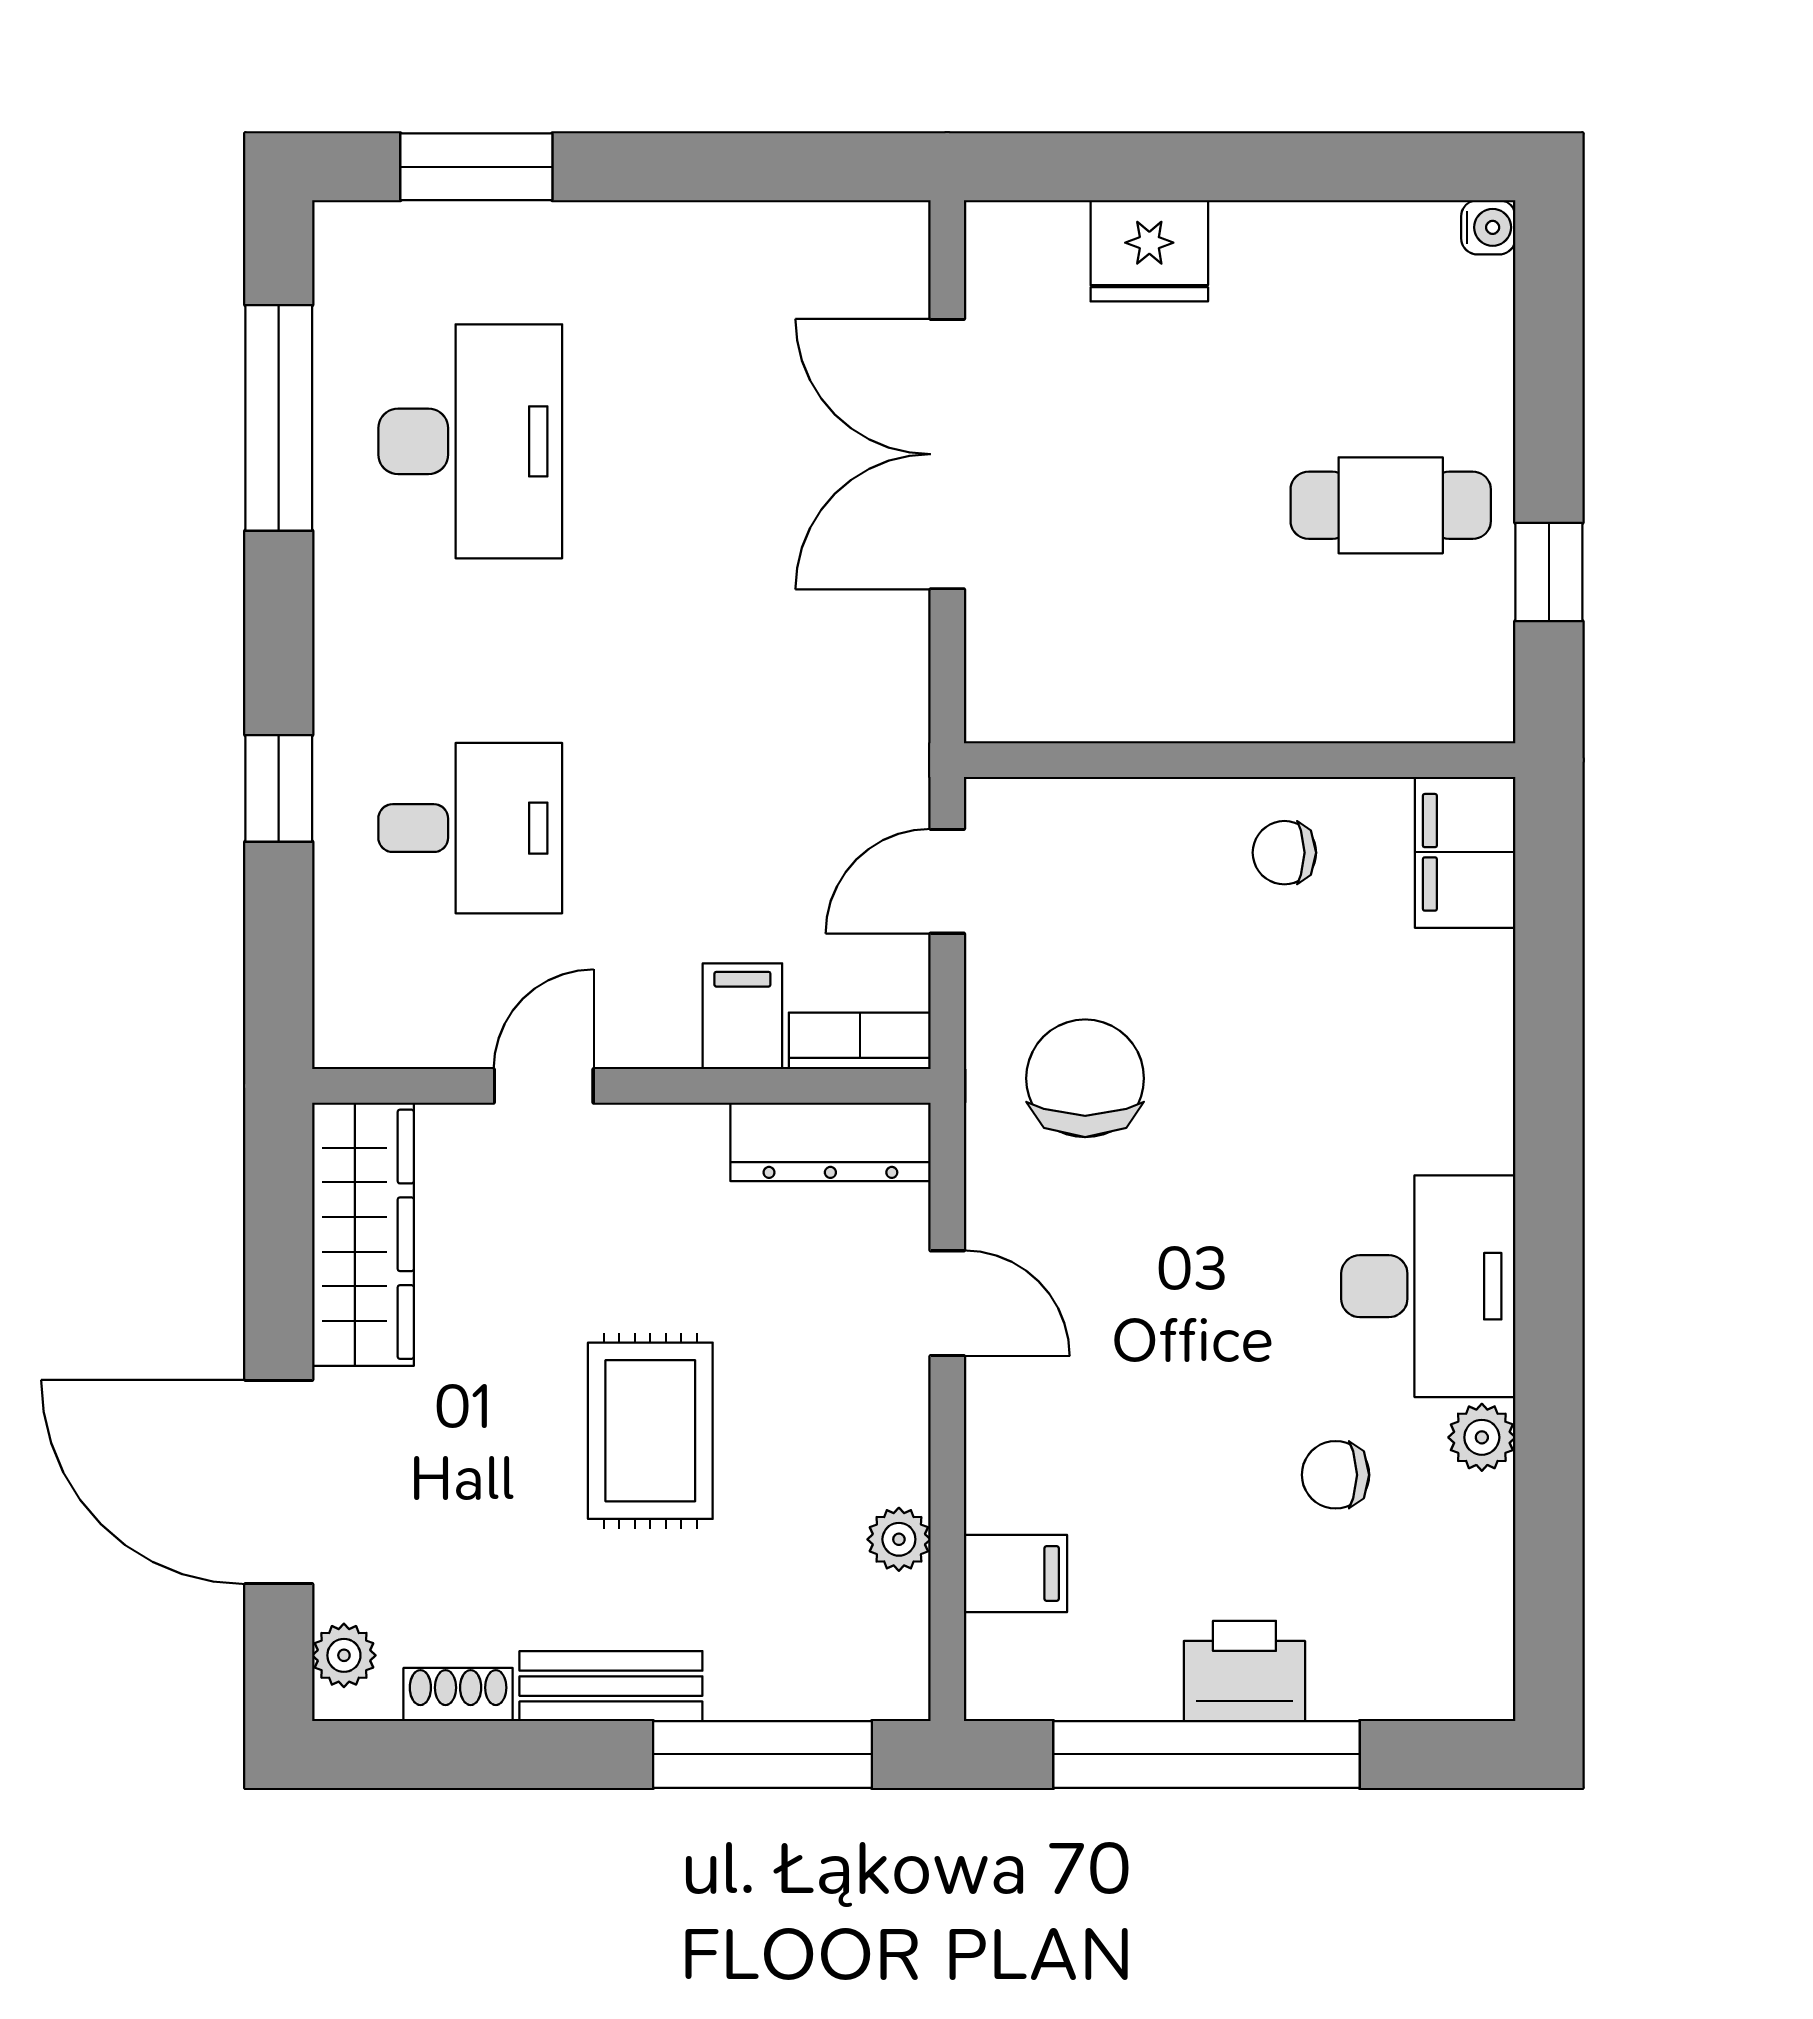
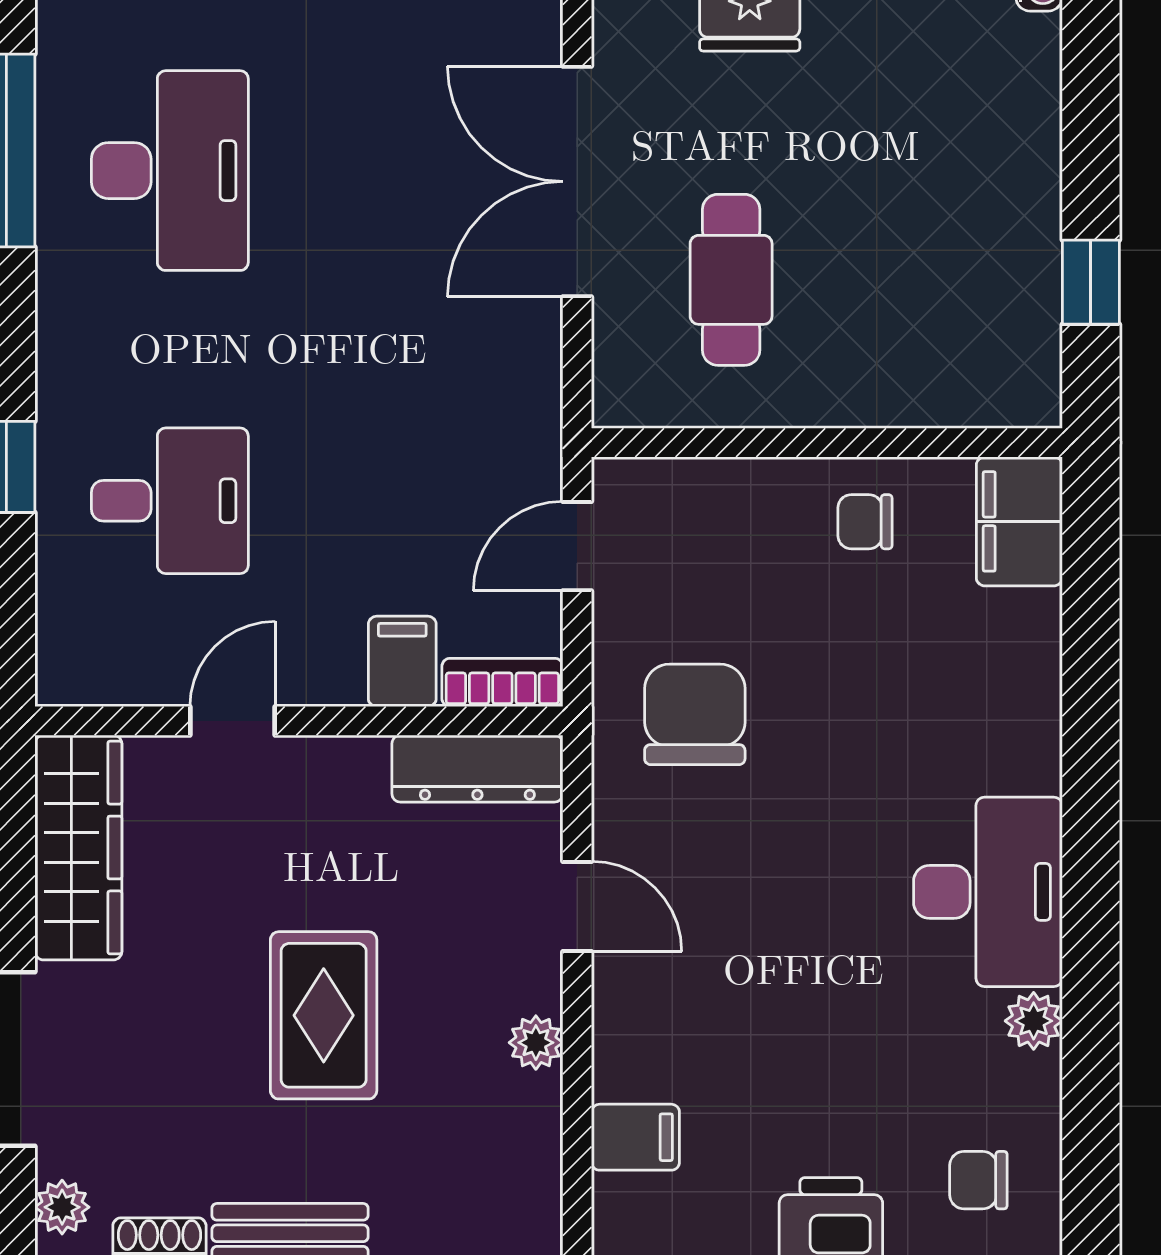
cafe table: (1391, 505) -> (731, 280), moved, turned 90
chair: (1336, 1475) -> (978, 1180), moved
plant: (899, 1539) -> (536, 1043), moved

